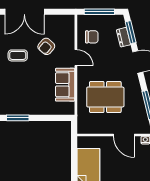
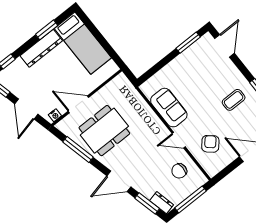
dresser: (123, 37) -> (162, 203), moved
armchair: (46, 46) -> (210, 144), moved
dining table: (105, 97) -> (104, 131), moved

